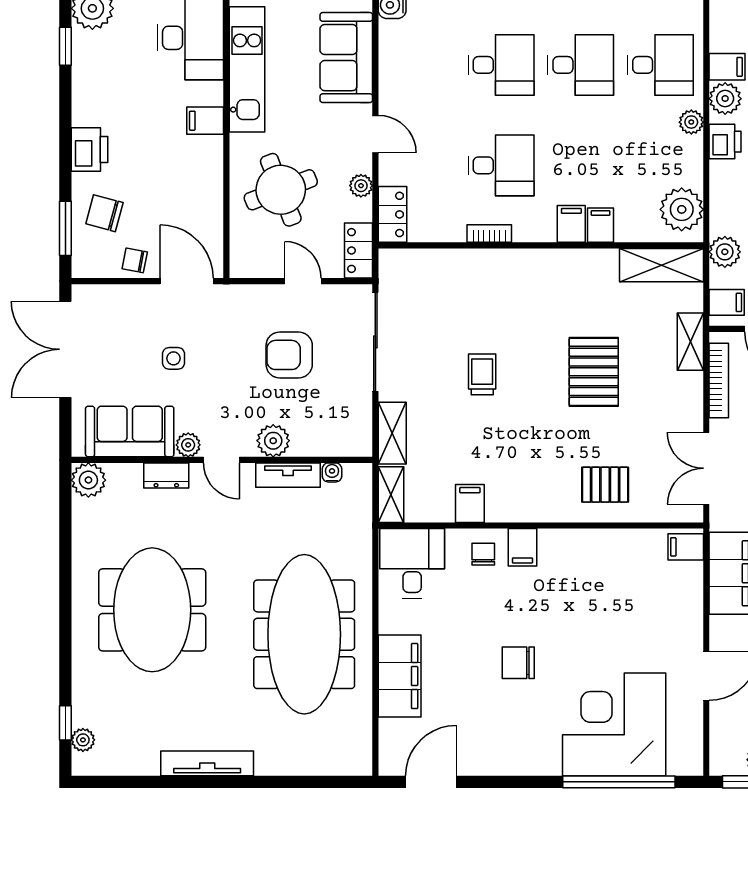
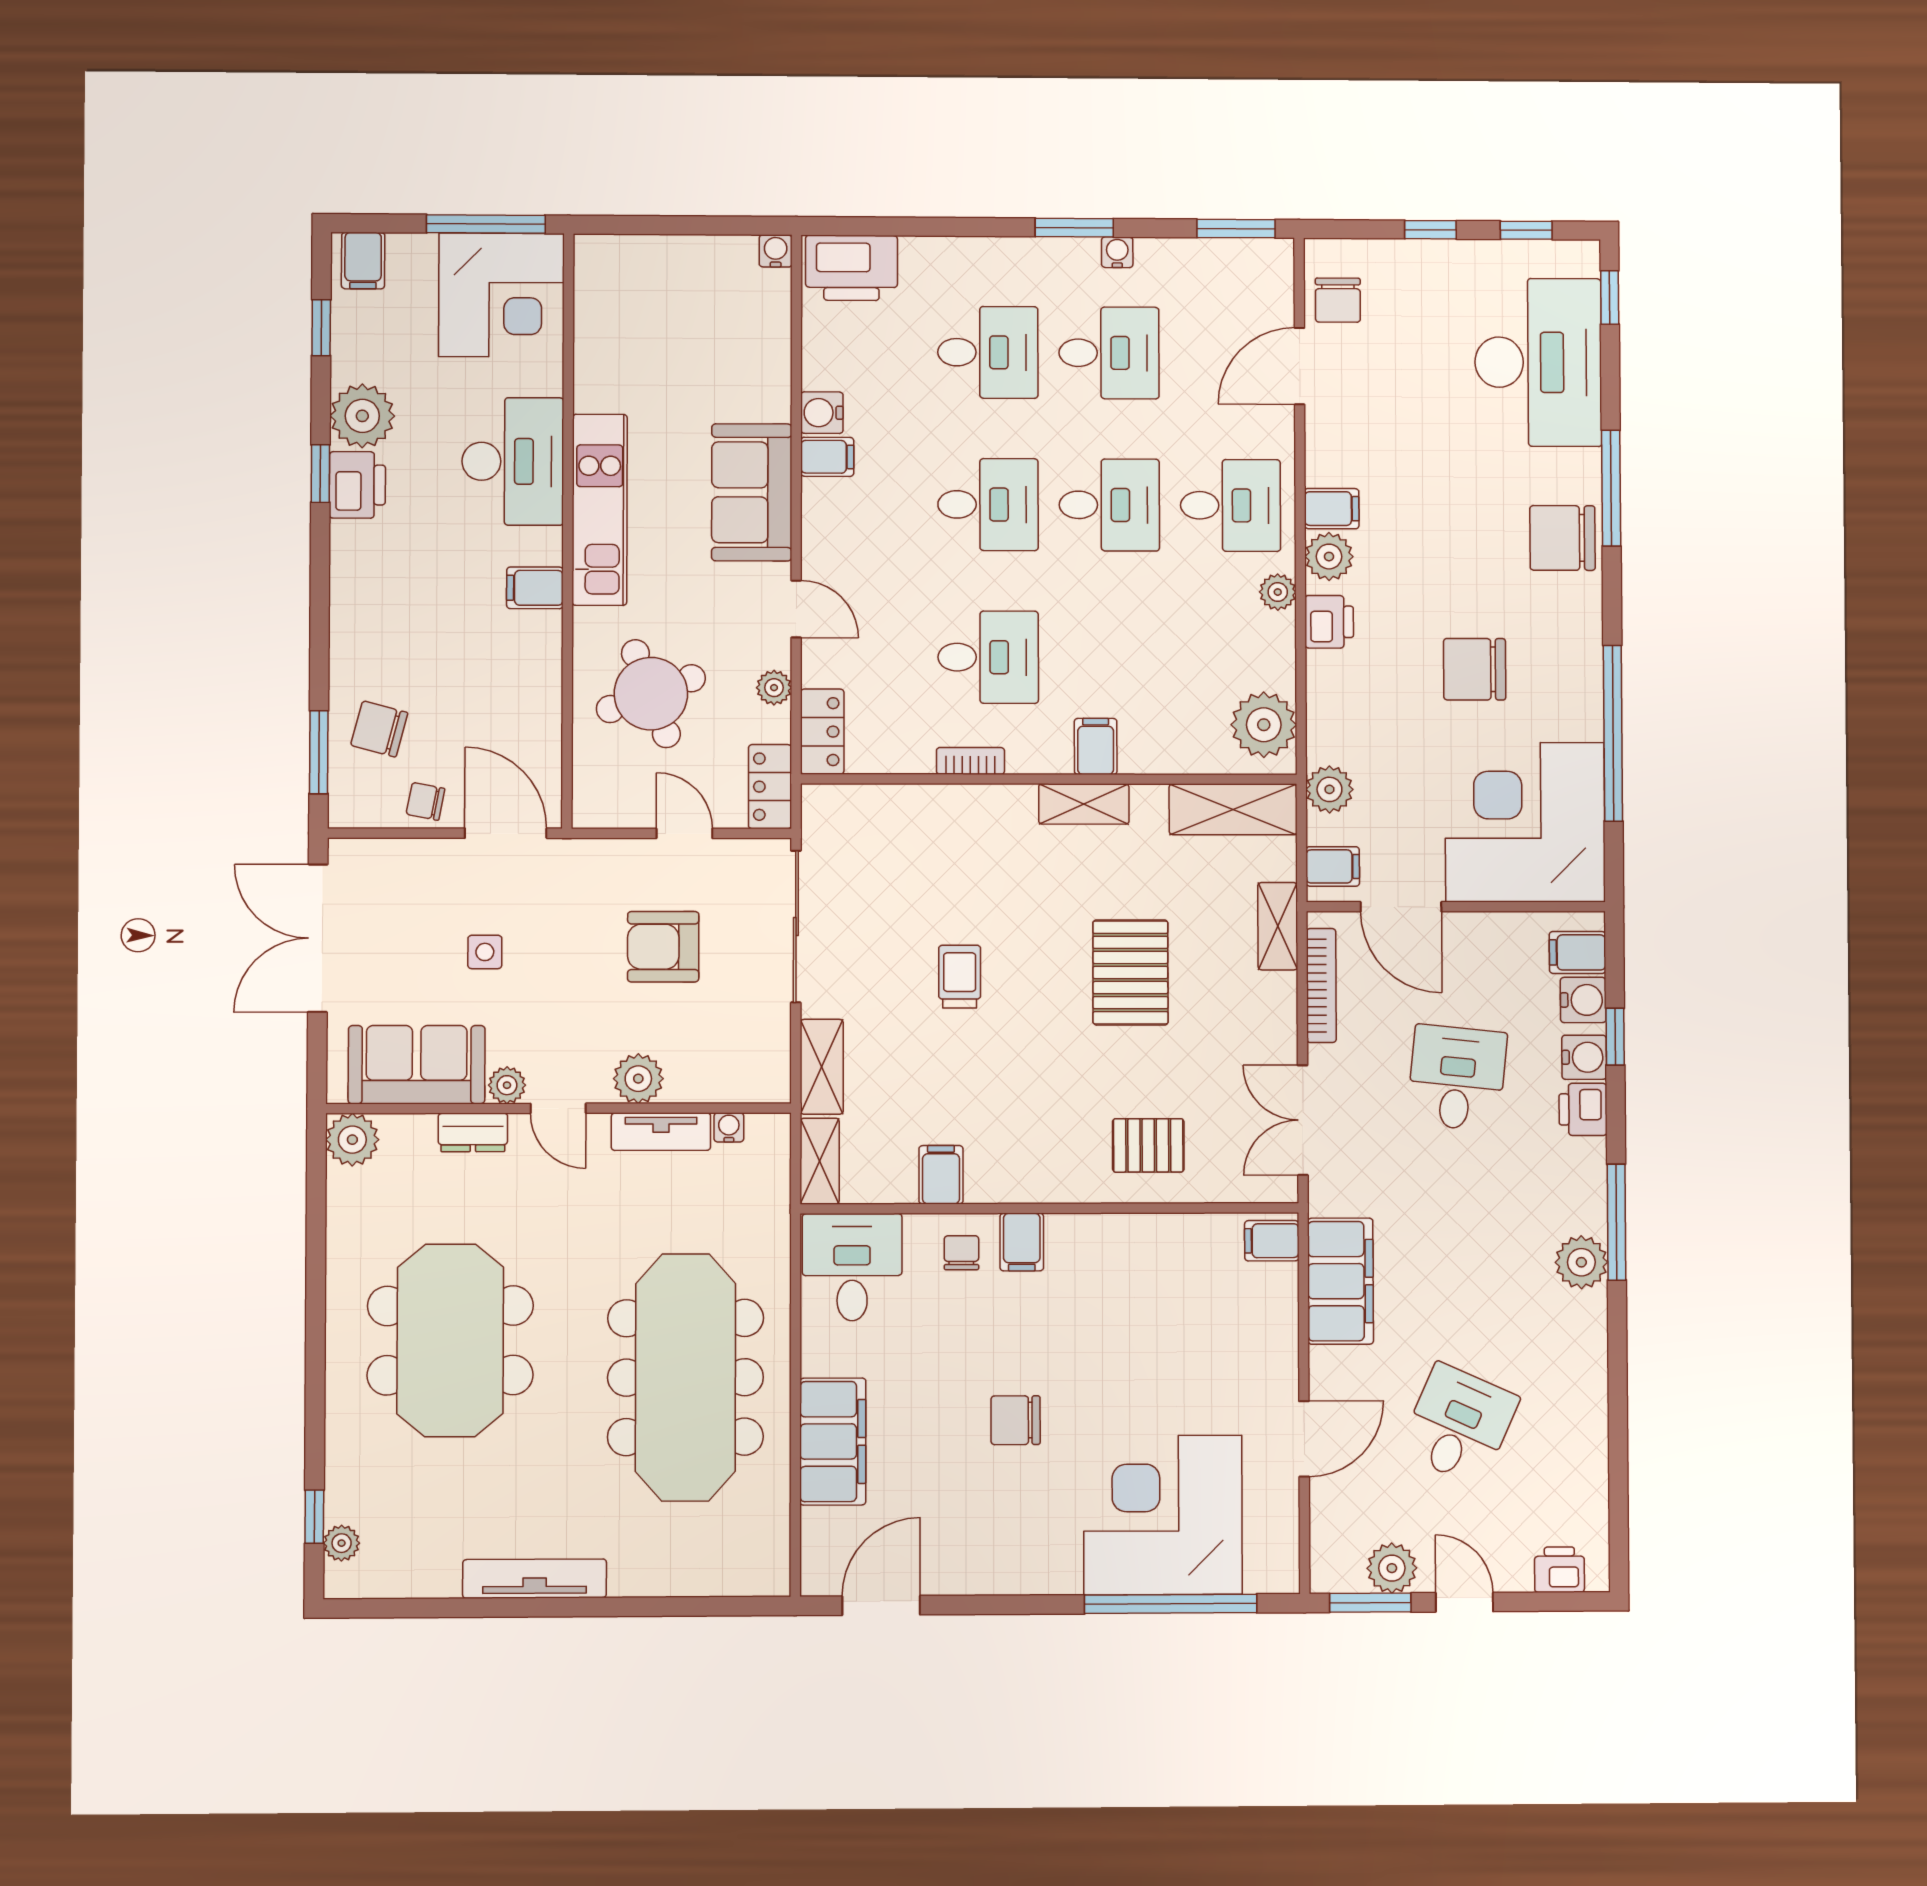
printer: (89, 149) -> (357, 485), moved
filing cabinet: (600, 225) -> (827, 457), moved, turned 90
shelving: (564, 262) -> (1084, 804), added

